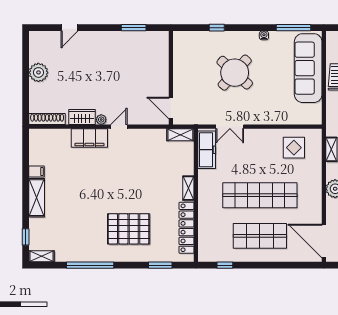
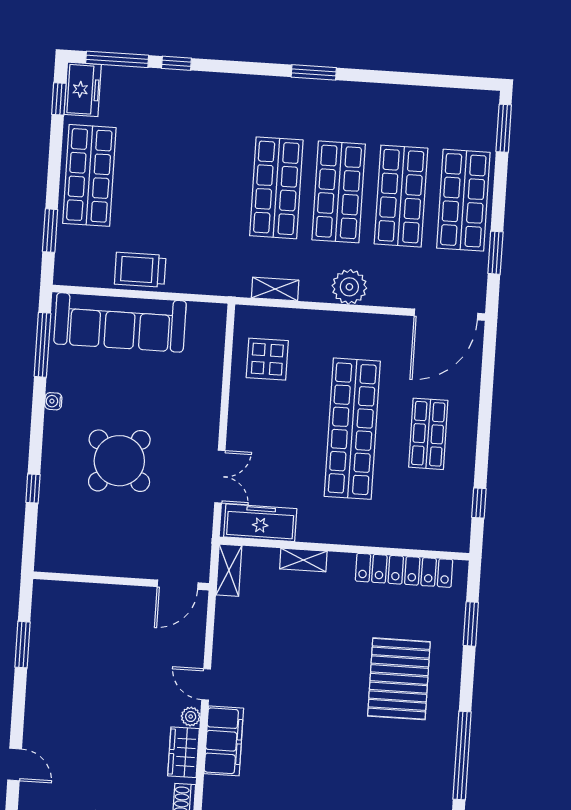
shelving: (188, 188) -> (303, 560), moved
shop shelf: (260, 236) -> (428, 434), width x0.70, depth x0.74

